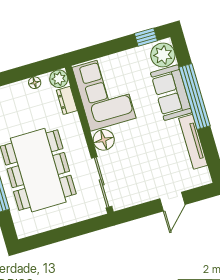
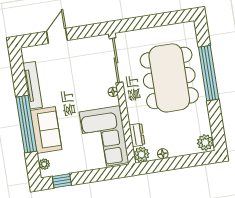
plant: (163, 55) -> (44, 164), width x0.53, depth x0.53
floor lamp: (104, 140) -> (113, 92), width x0.53, depth x0.53

